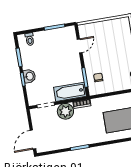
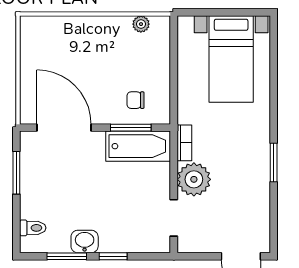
door: (80, 46) -> (64, 128), width x1.88
washbasin: (29, 76) -> (85, 241), moved
bathtub: (70, 92) -> (138, 146), moved, turned -90

